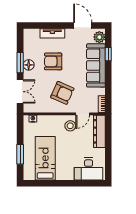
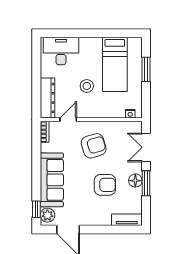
tv unit: (52, 33) -> (127, 220), moved
window: (108, 54) -> (36, 209), moved
armchair: (62, 93) -> (94, 146), turned 139
stool: (70, 126) -> (87, 86), moved

